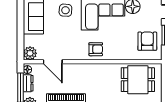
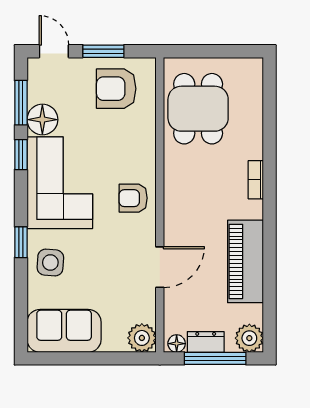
armchair: (96, 49) -> (133, 198), turned -90
door: (53, 62) -> (160, 267), moved

